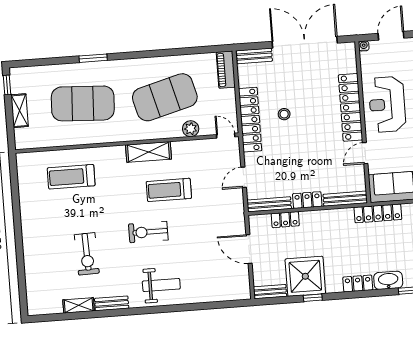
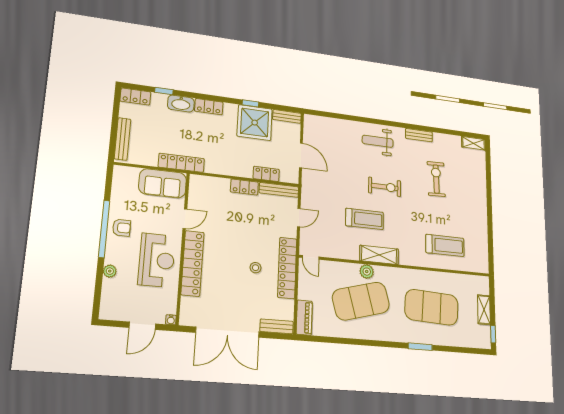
plant: (191, 129) -> (367, 272), moved
bench: (345, 199) -> (210, 182), removed
shelving: (79, 305) -> (474, 143), moved

